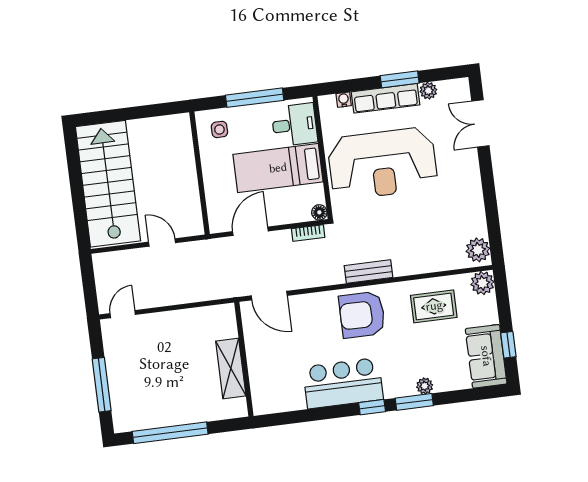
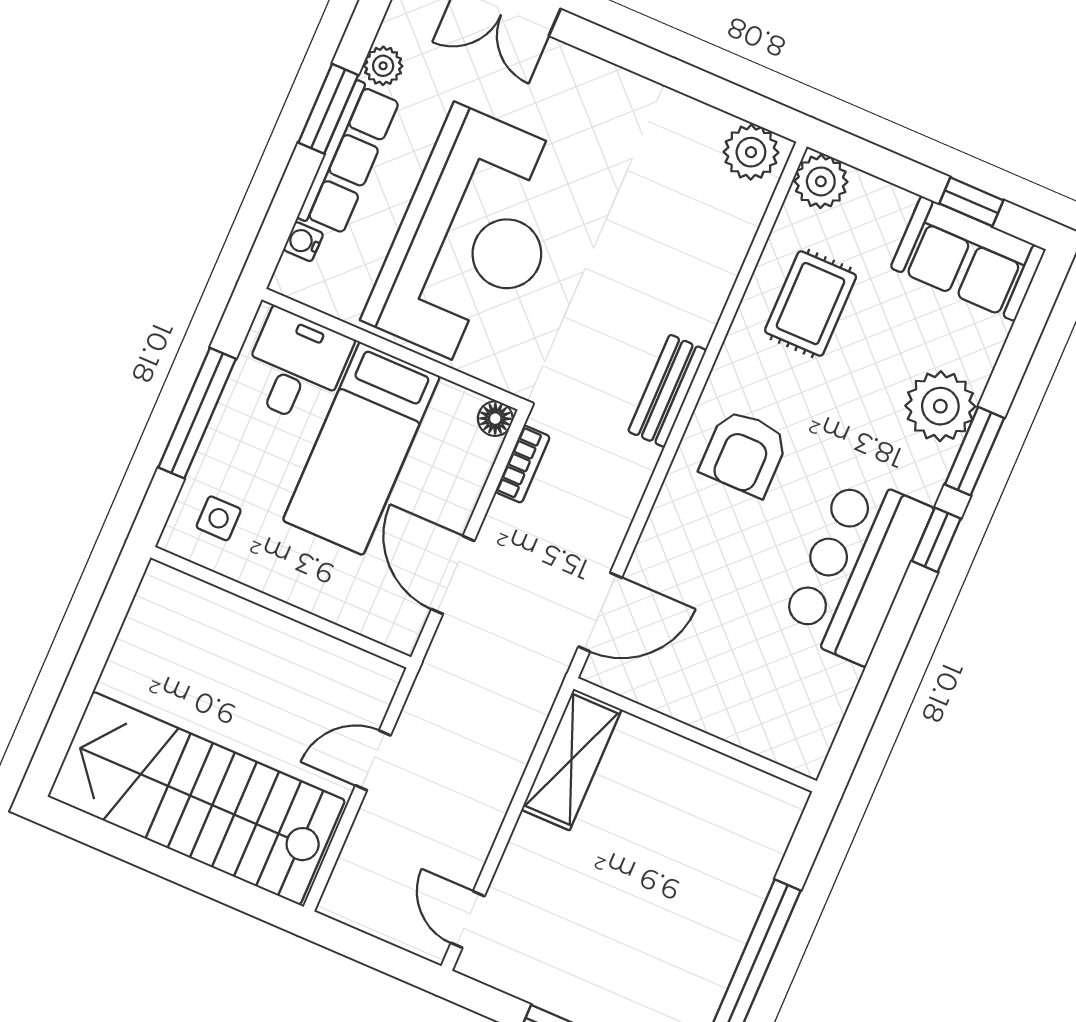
armchair: (362, 315) -> (744, 453), width x0.73, depth x0.73
shelving: (231, 369) -> (571, 760), moved, turned 90
plant: (425, 386) -> (940, 406), width x1.88, depth x1.88

